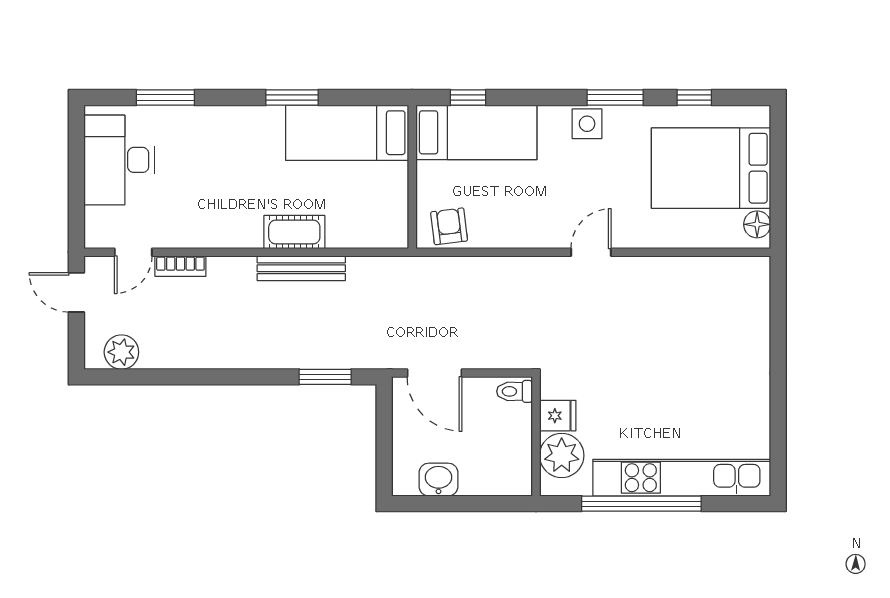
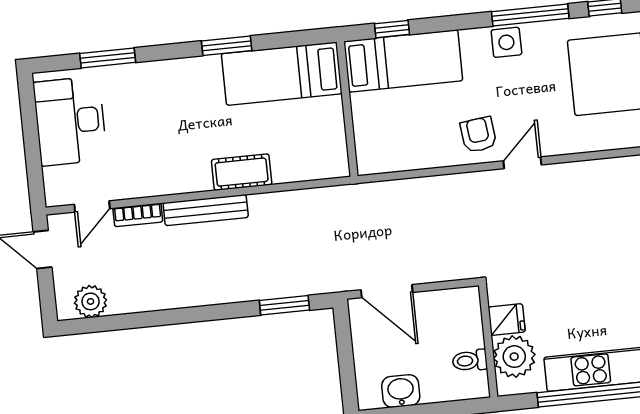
window: (615, 97) -> (530, 15), width x1.44
armchair: (449, 226) -> (478, 135), moved
bench: (301, 268) -> (206, 210), moved
toilet: (514, 391) -> (470, 361), moved

